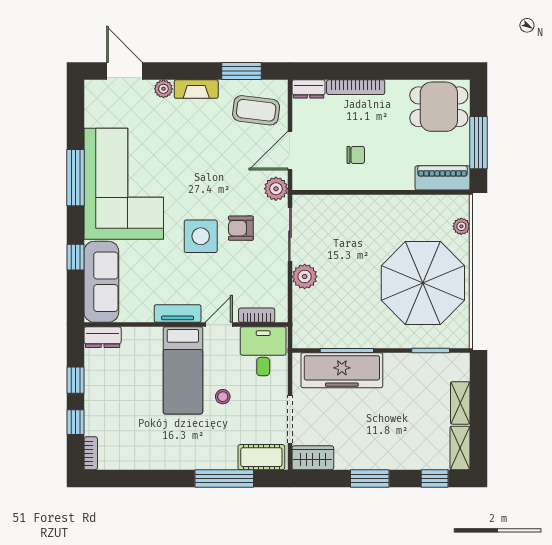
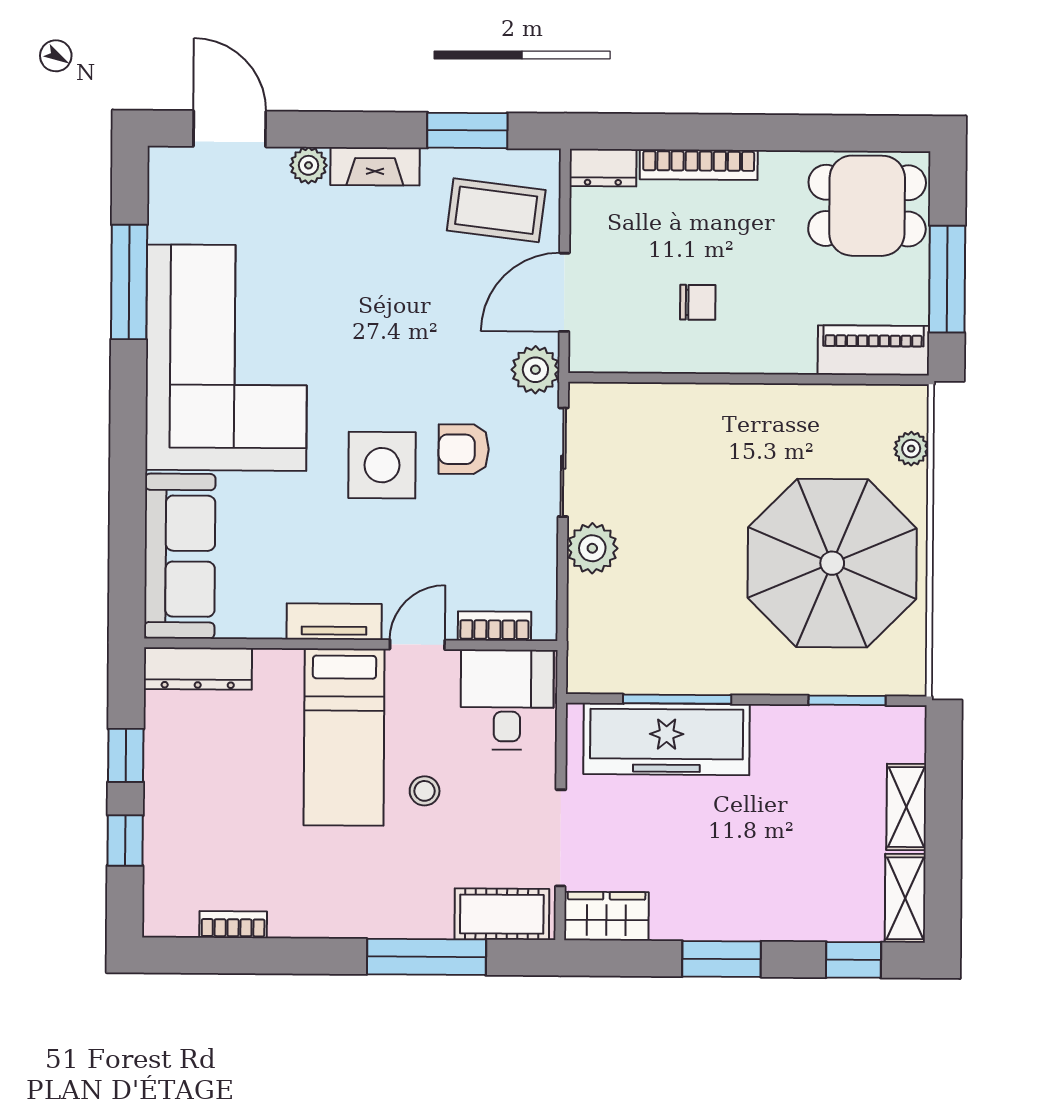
window: (75, 178) -> (129, 282), moved
window: (75, 257) -> (127, 506), removed
dresser: (103, 337) -> (198, 669), width x1.44
bookcase: (91, 453) -> (233, 925), moved, turned -90

